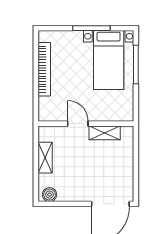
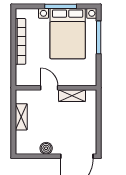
bed with nightstands: (109, 60) -> (68, 34), width x1.36
boiler: (50, 195) -> (46, 148), moved

